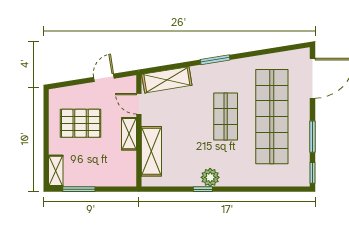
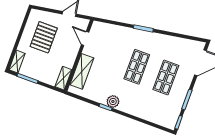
shelving: (167, 80) -> (108, 30), removed
shop shelf: (272, 117) -> (166, 77), width x0.50, depth x0.74
pallet: (81, 123) -> (44, 37), turned 90
shelving: (129, 134) -> (63, 78), moved

